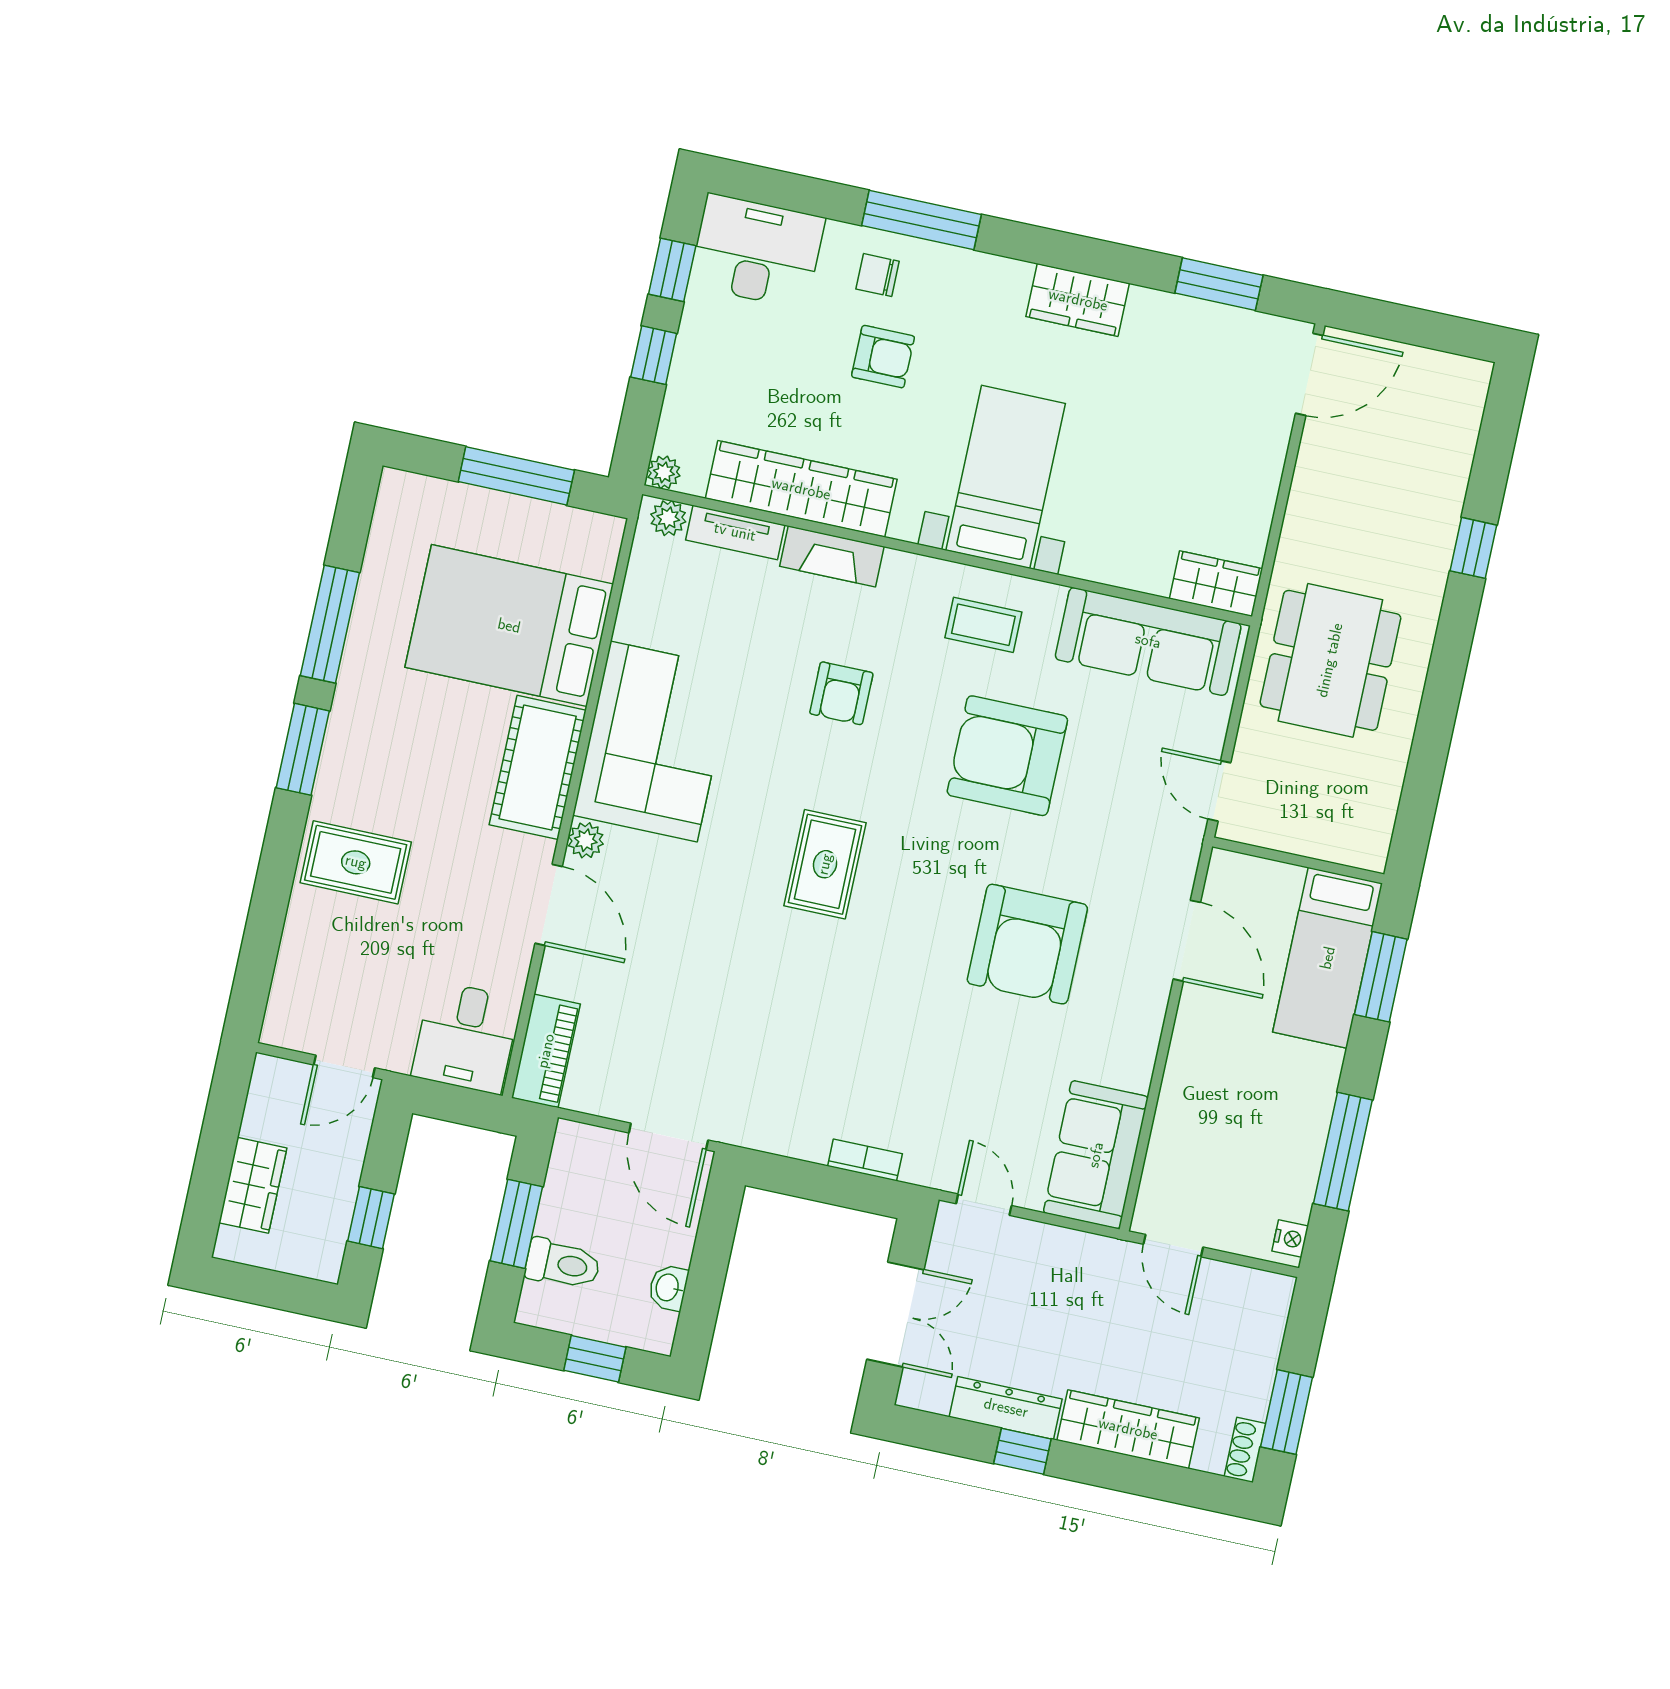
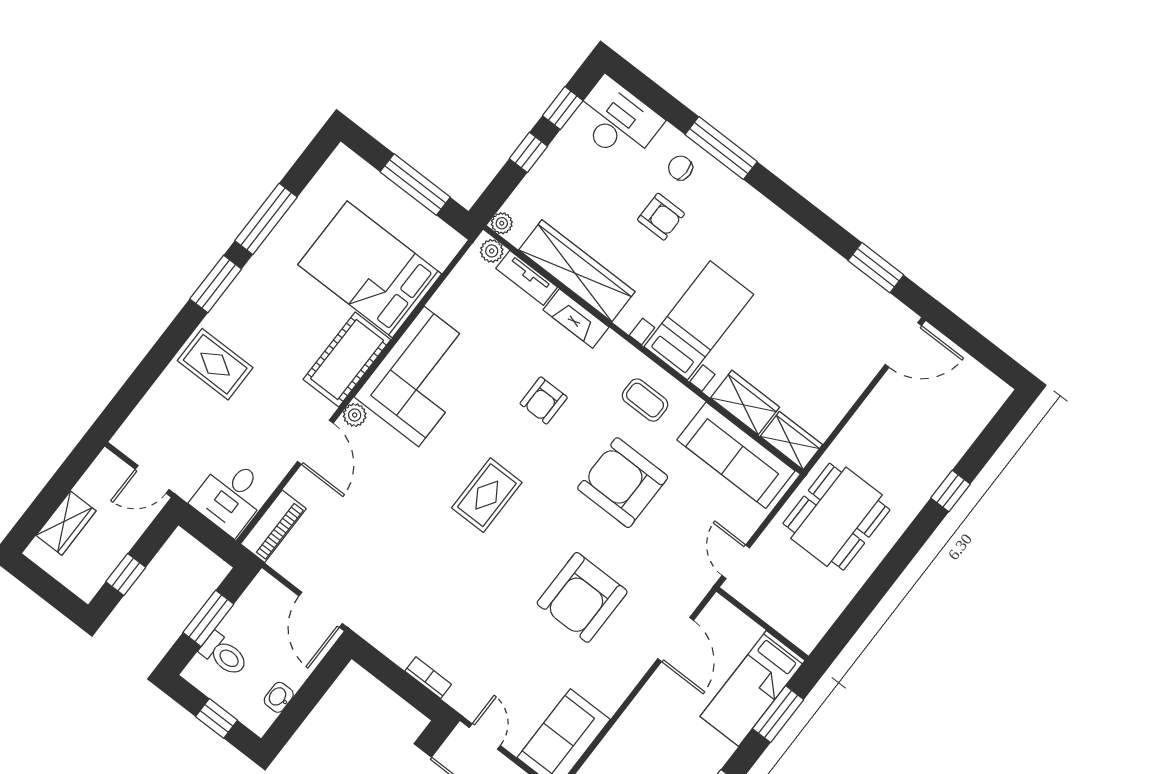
wardrobe: (1078, 300) -> (745, 403), moved, turned 180

